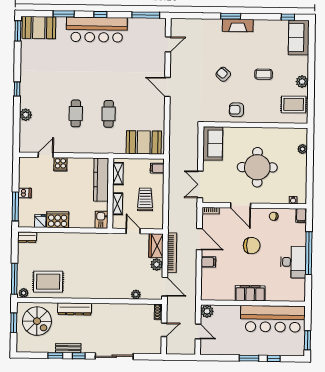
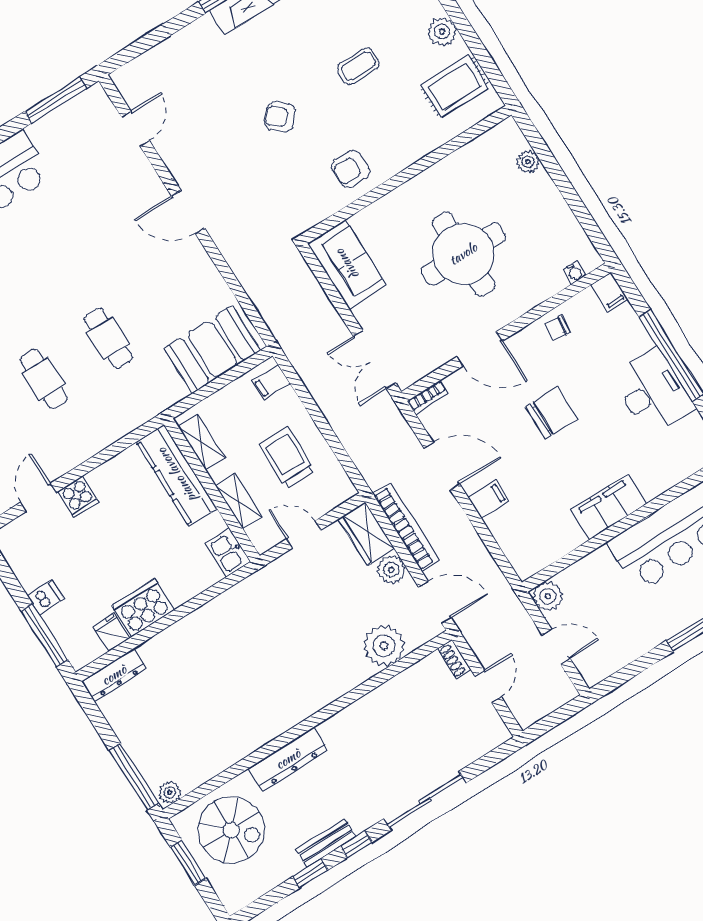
dresser: (27, 237) -> (114, 675), width x1.44
rug: (48, 282) -> (203, 740), removed
plant: (136, 295) -> (384, 646), width x1.87, depth x1.87

